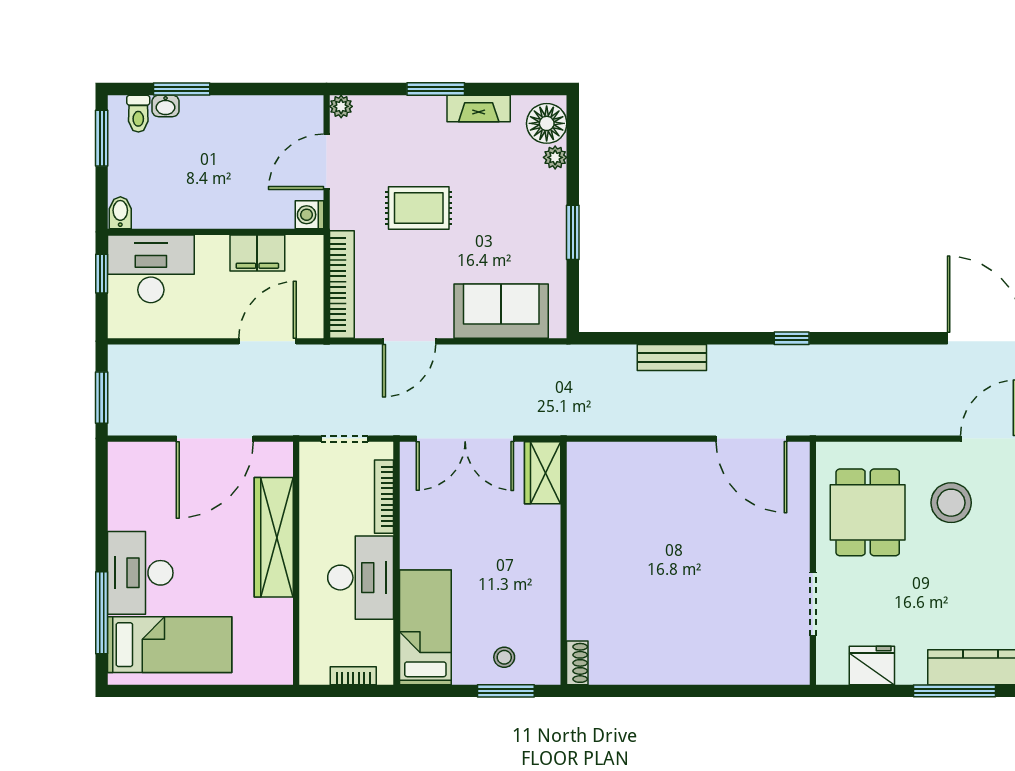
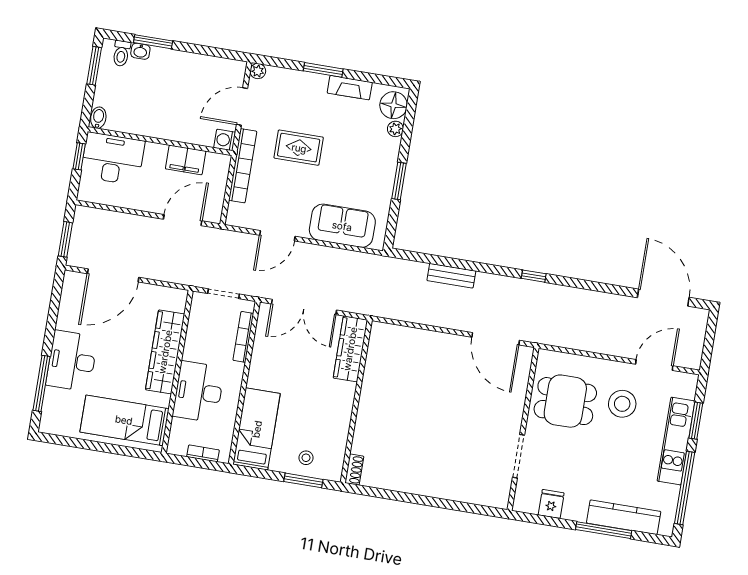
bookcase: (342, 284) -> (243, 166), moved
door: (215, 439) -> (113, 275), moved
wardrobe: (543, 473) -> (350, 349), width x1.50
dining table: (868, 512) -> (565, 401), turned 90
desk: (361, 578) -> (198, 392), moved, turned 180
bed: (170, 645) -> (124, 420), moved, turned 180
fridge: (872, 665) -> (551, 504), width x0.72

